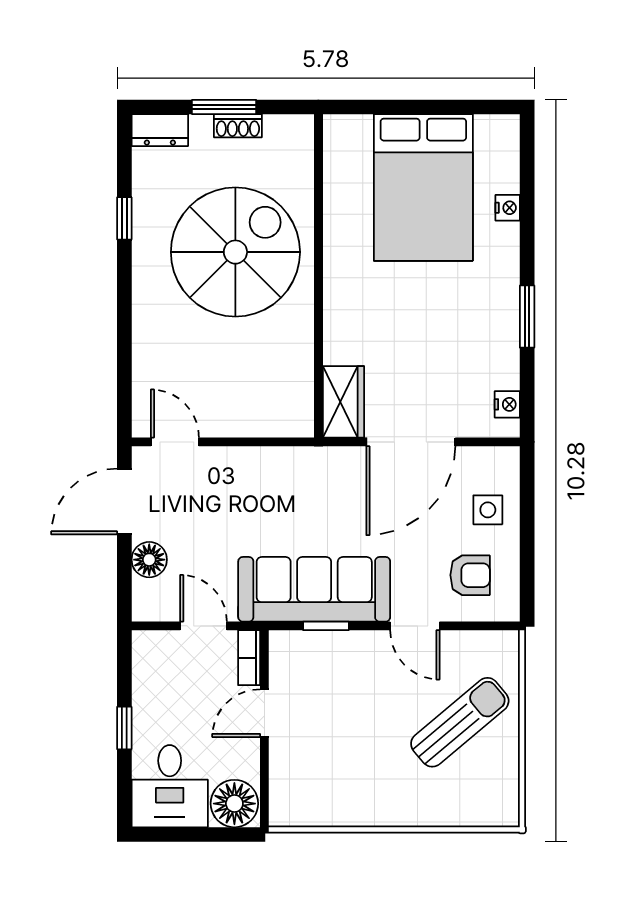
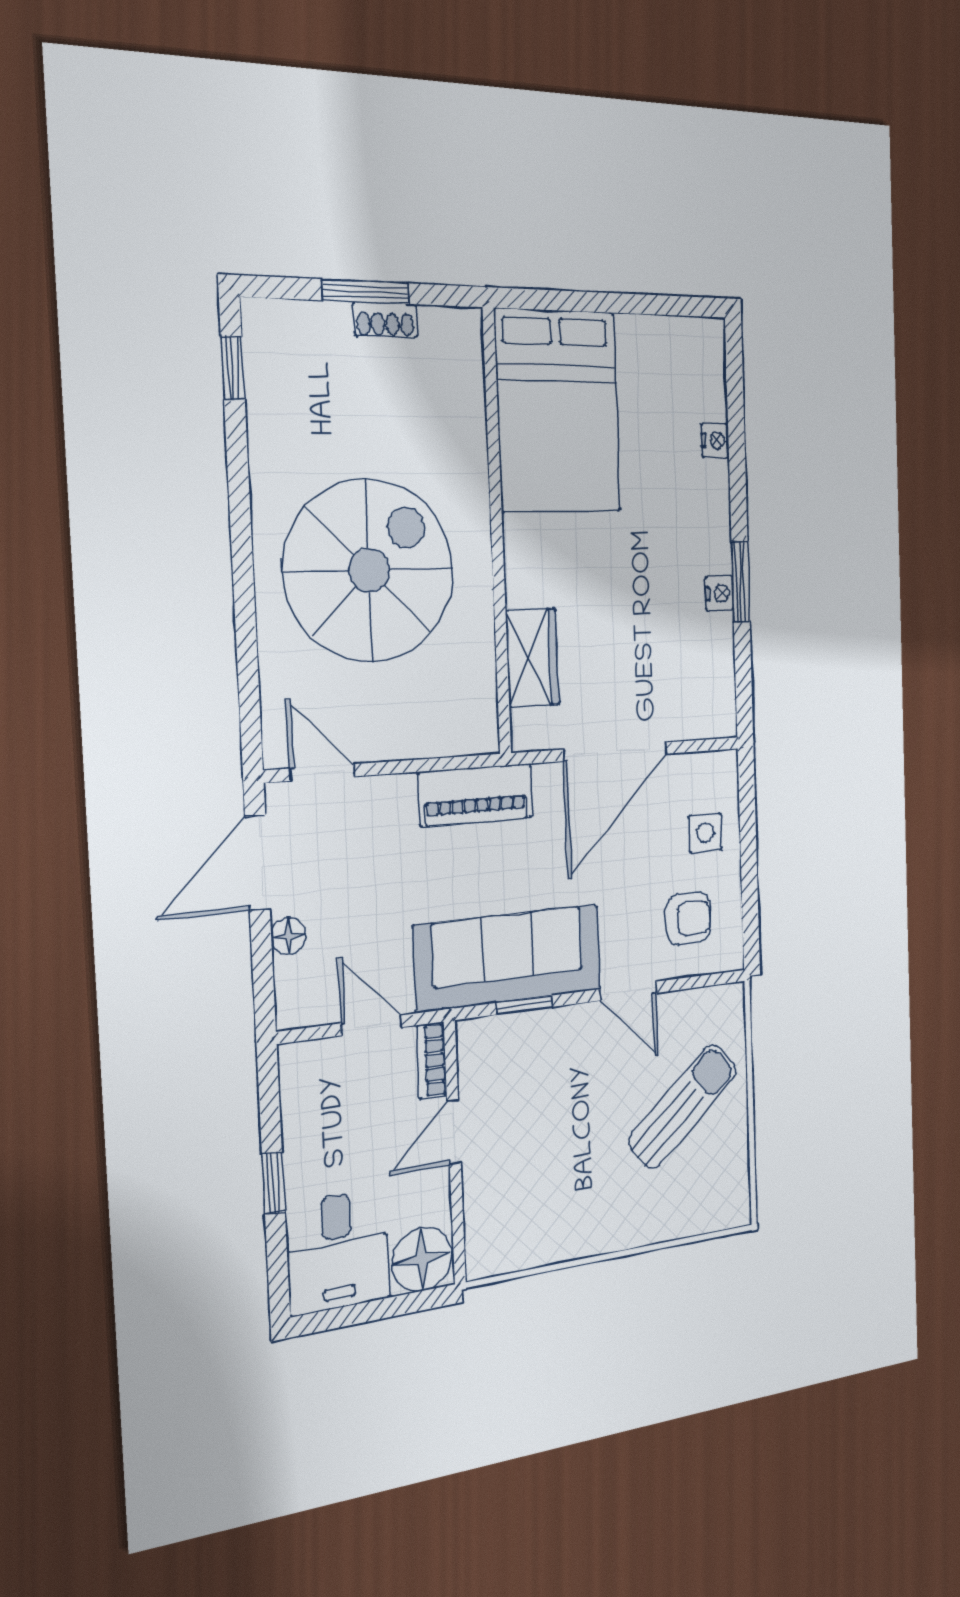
dresser: (160, 130) -> (280, 322), removed
bed: (423, 188) -> (558, 411), moved
window: (124, 218) -> (233, 368), moved
spiral stairs: (235, 252) -> (369, 570), moved
wardrobe: (343, 402) -> (532, 658), moved
nightstand: (507, 404) -> (719, 593), moved
piano: (293, 466) -> (476, 795), added
floor lamp: (149, 560) -> (289, 936), width x0.73, depth x0.73

